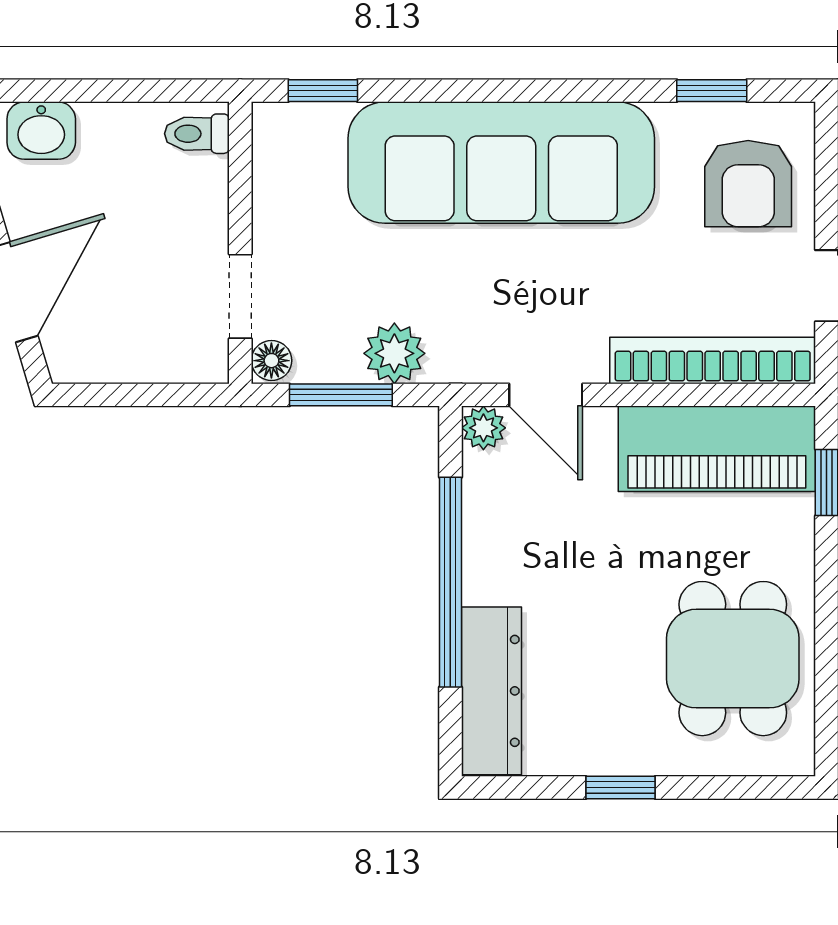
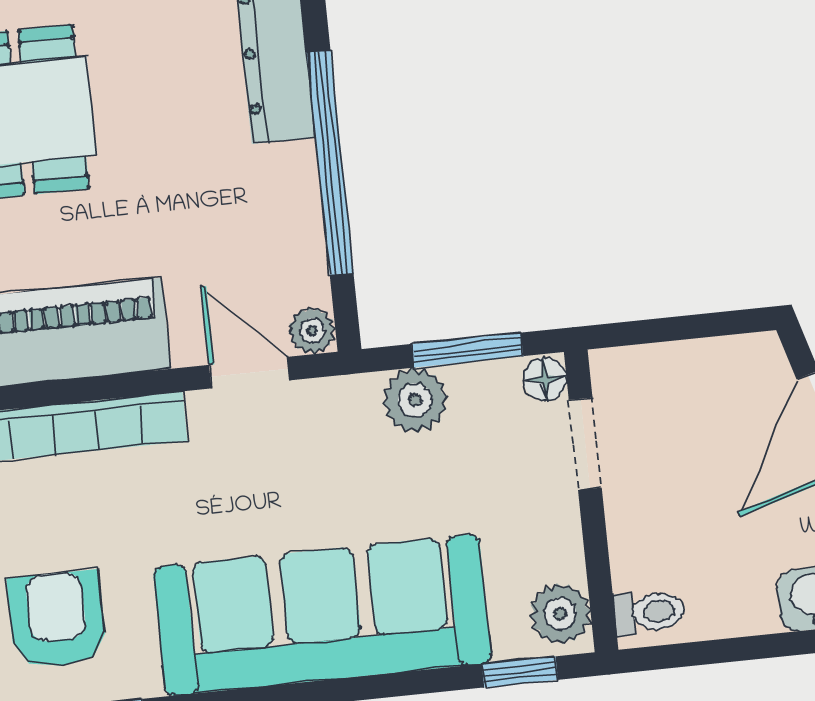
plant: (280, 141) -> (560, 614), added

